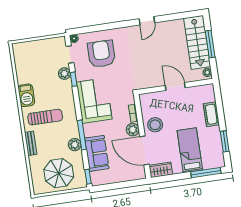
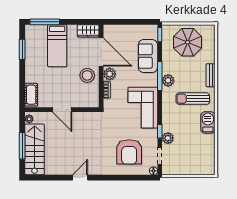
cot: (211, 114) -> (31, 95), moved
plant: (75, 145) -> (168, 80), moved

